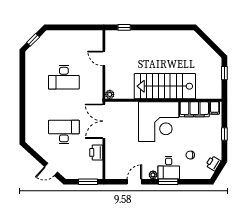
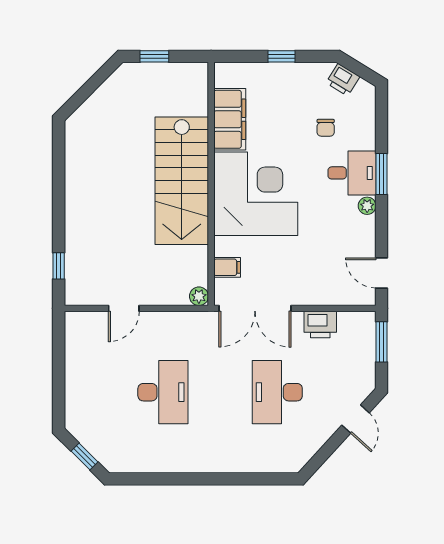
filing cabinet: (215, 108) -> (227, 267), moved
door: (134, 182) -> (382, 273), moved

